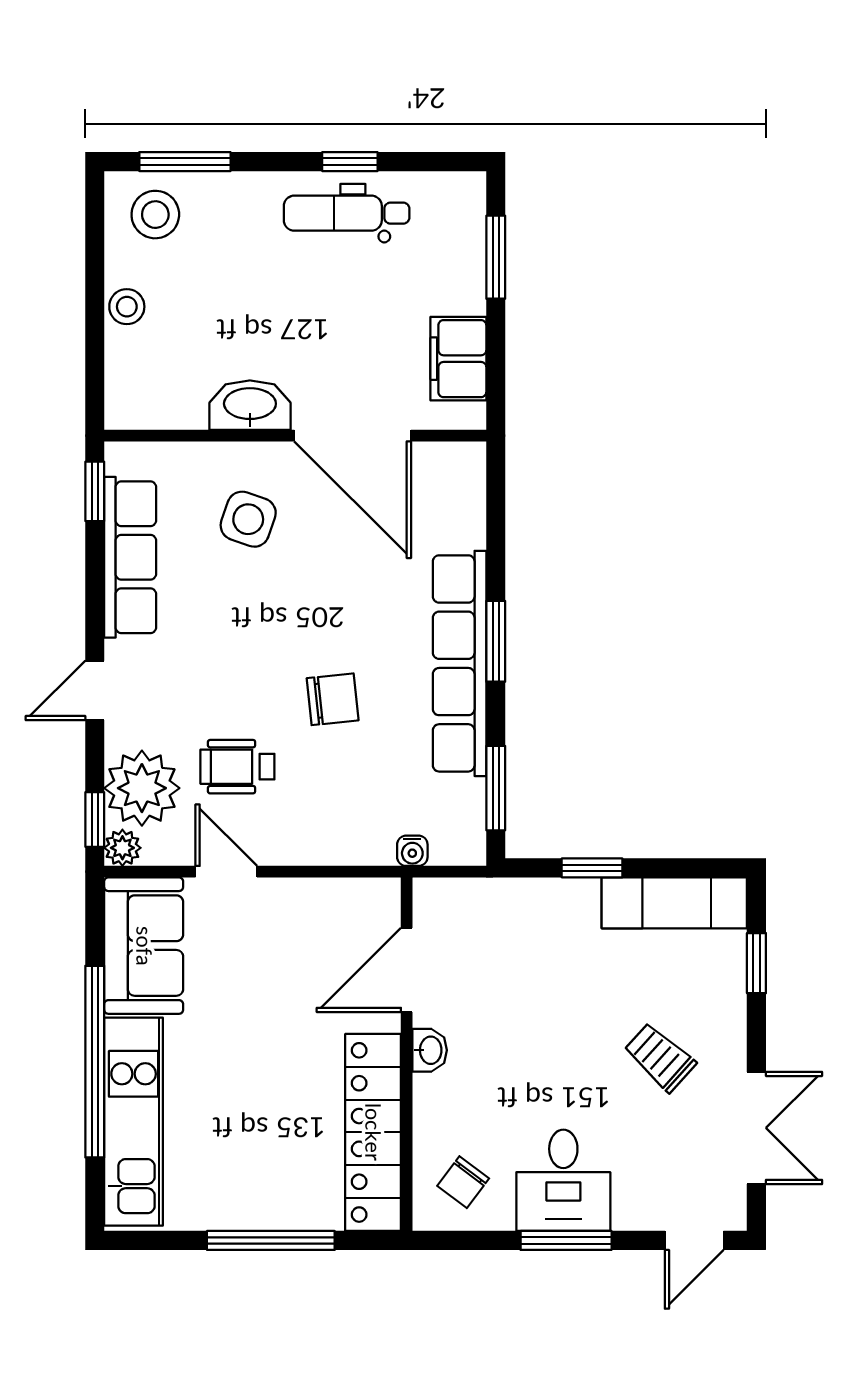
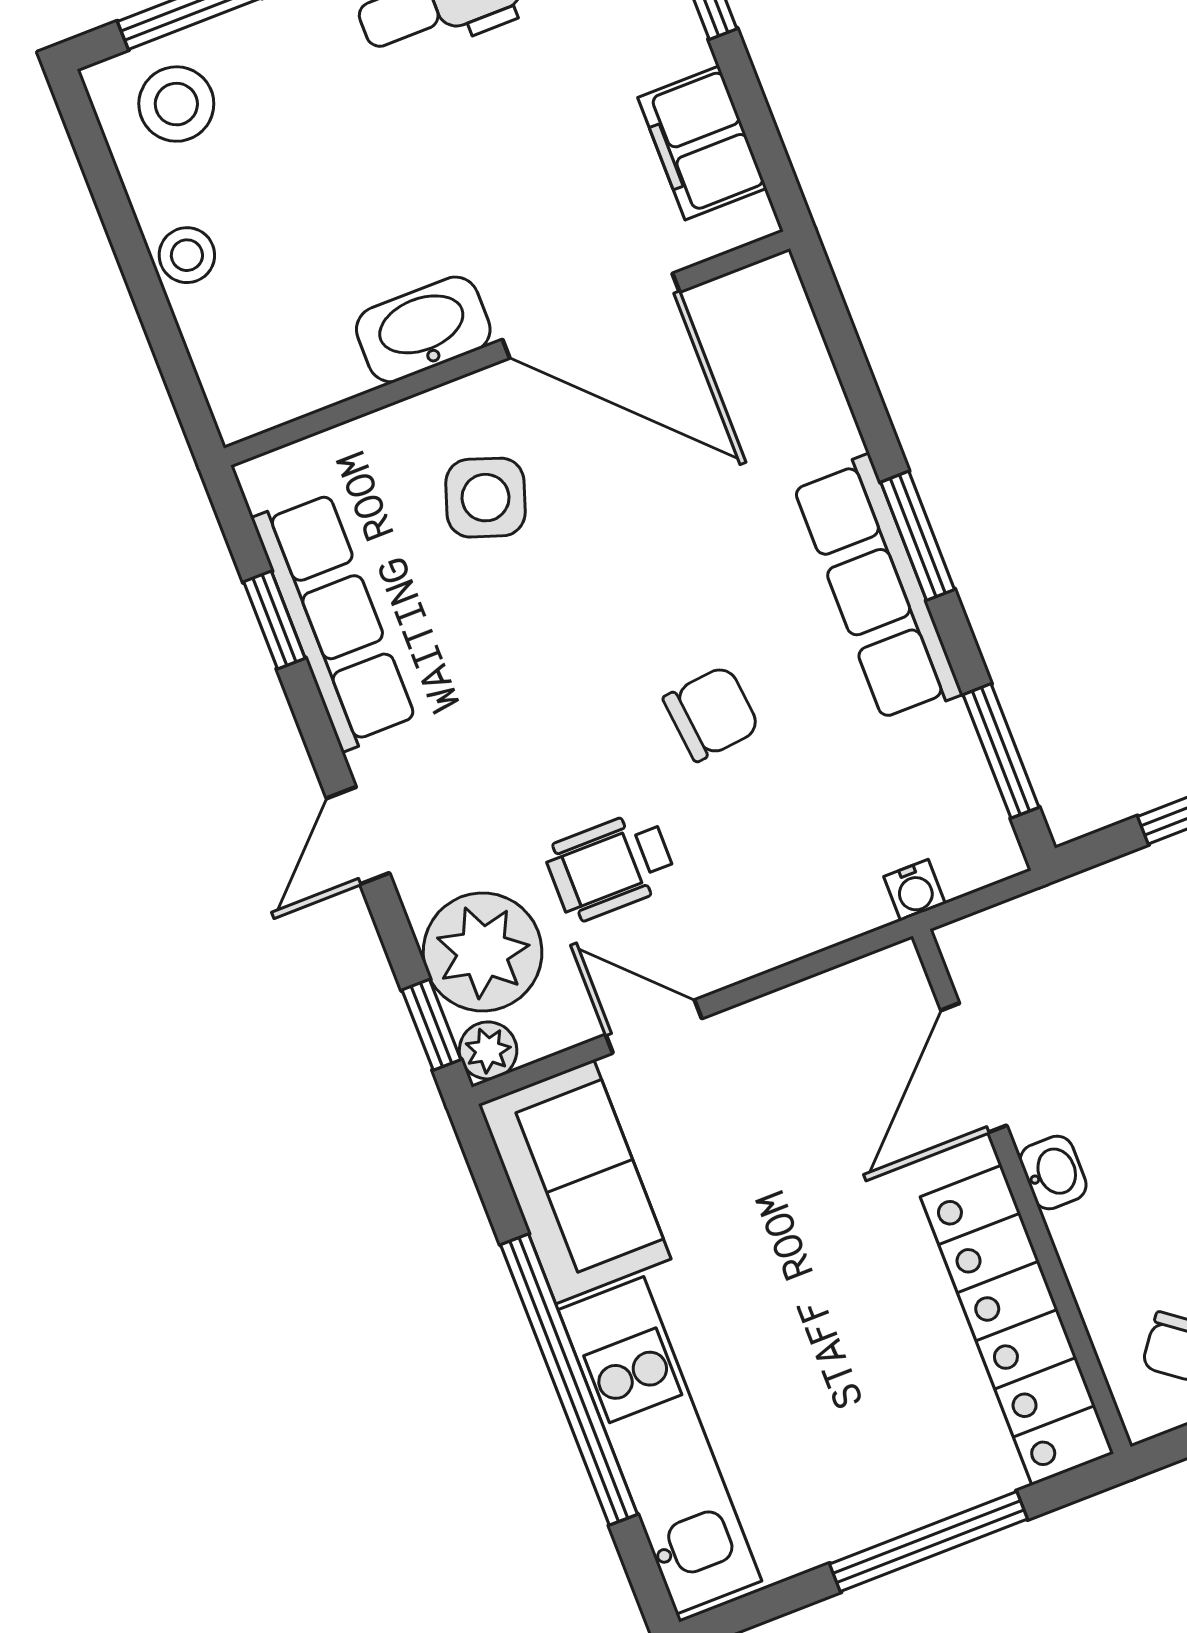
window: (95, 491) -> (274, 620), moved
row of seats: (460, 663) -> (877, 589), width x0.73

